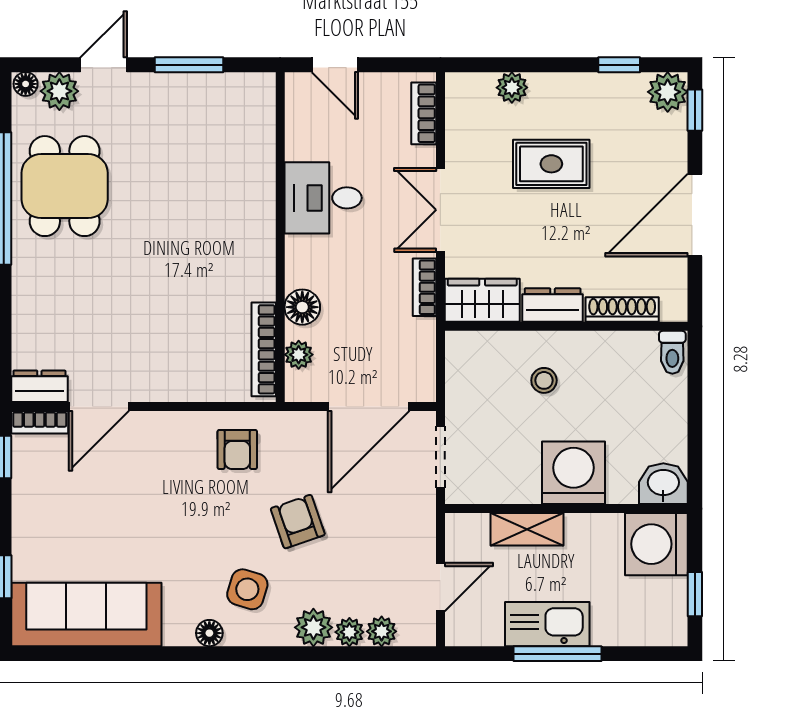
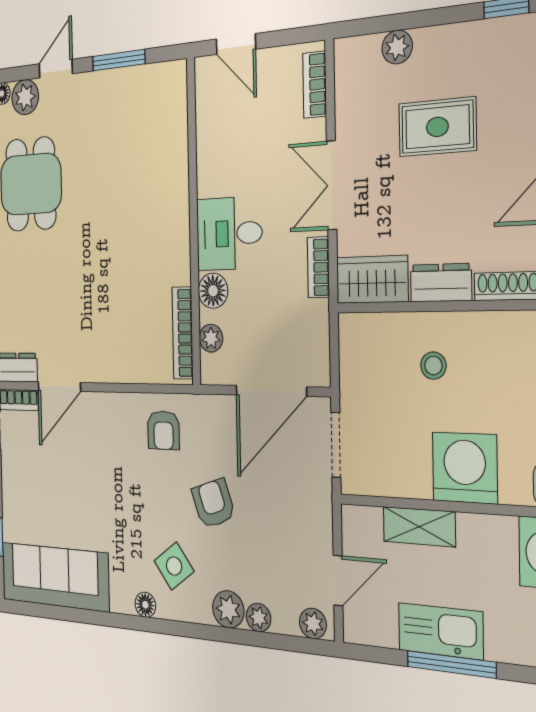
desk: (323, 198) -> (229, 234), moved
side table: (247, 589) -> (174, 566), turned 36
plant: (382, 631) -> (313, 623), moved

